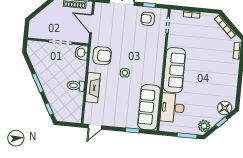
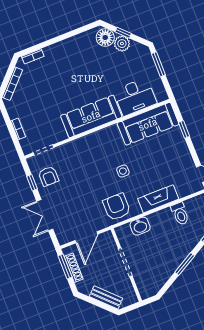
bench: (42, 16) -> (106, 297), added
washbasin: (81, 53) -> (140, 226), moved
toilet: (76, 86) -> (180, 214), moved
plant: (204, 126) -> (122, 44), moved

